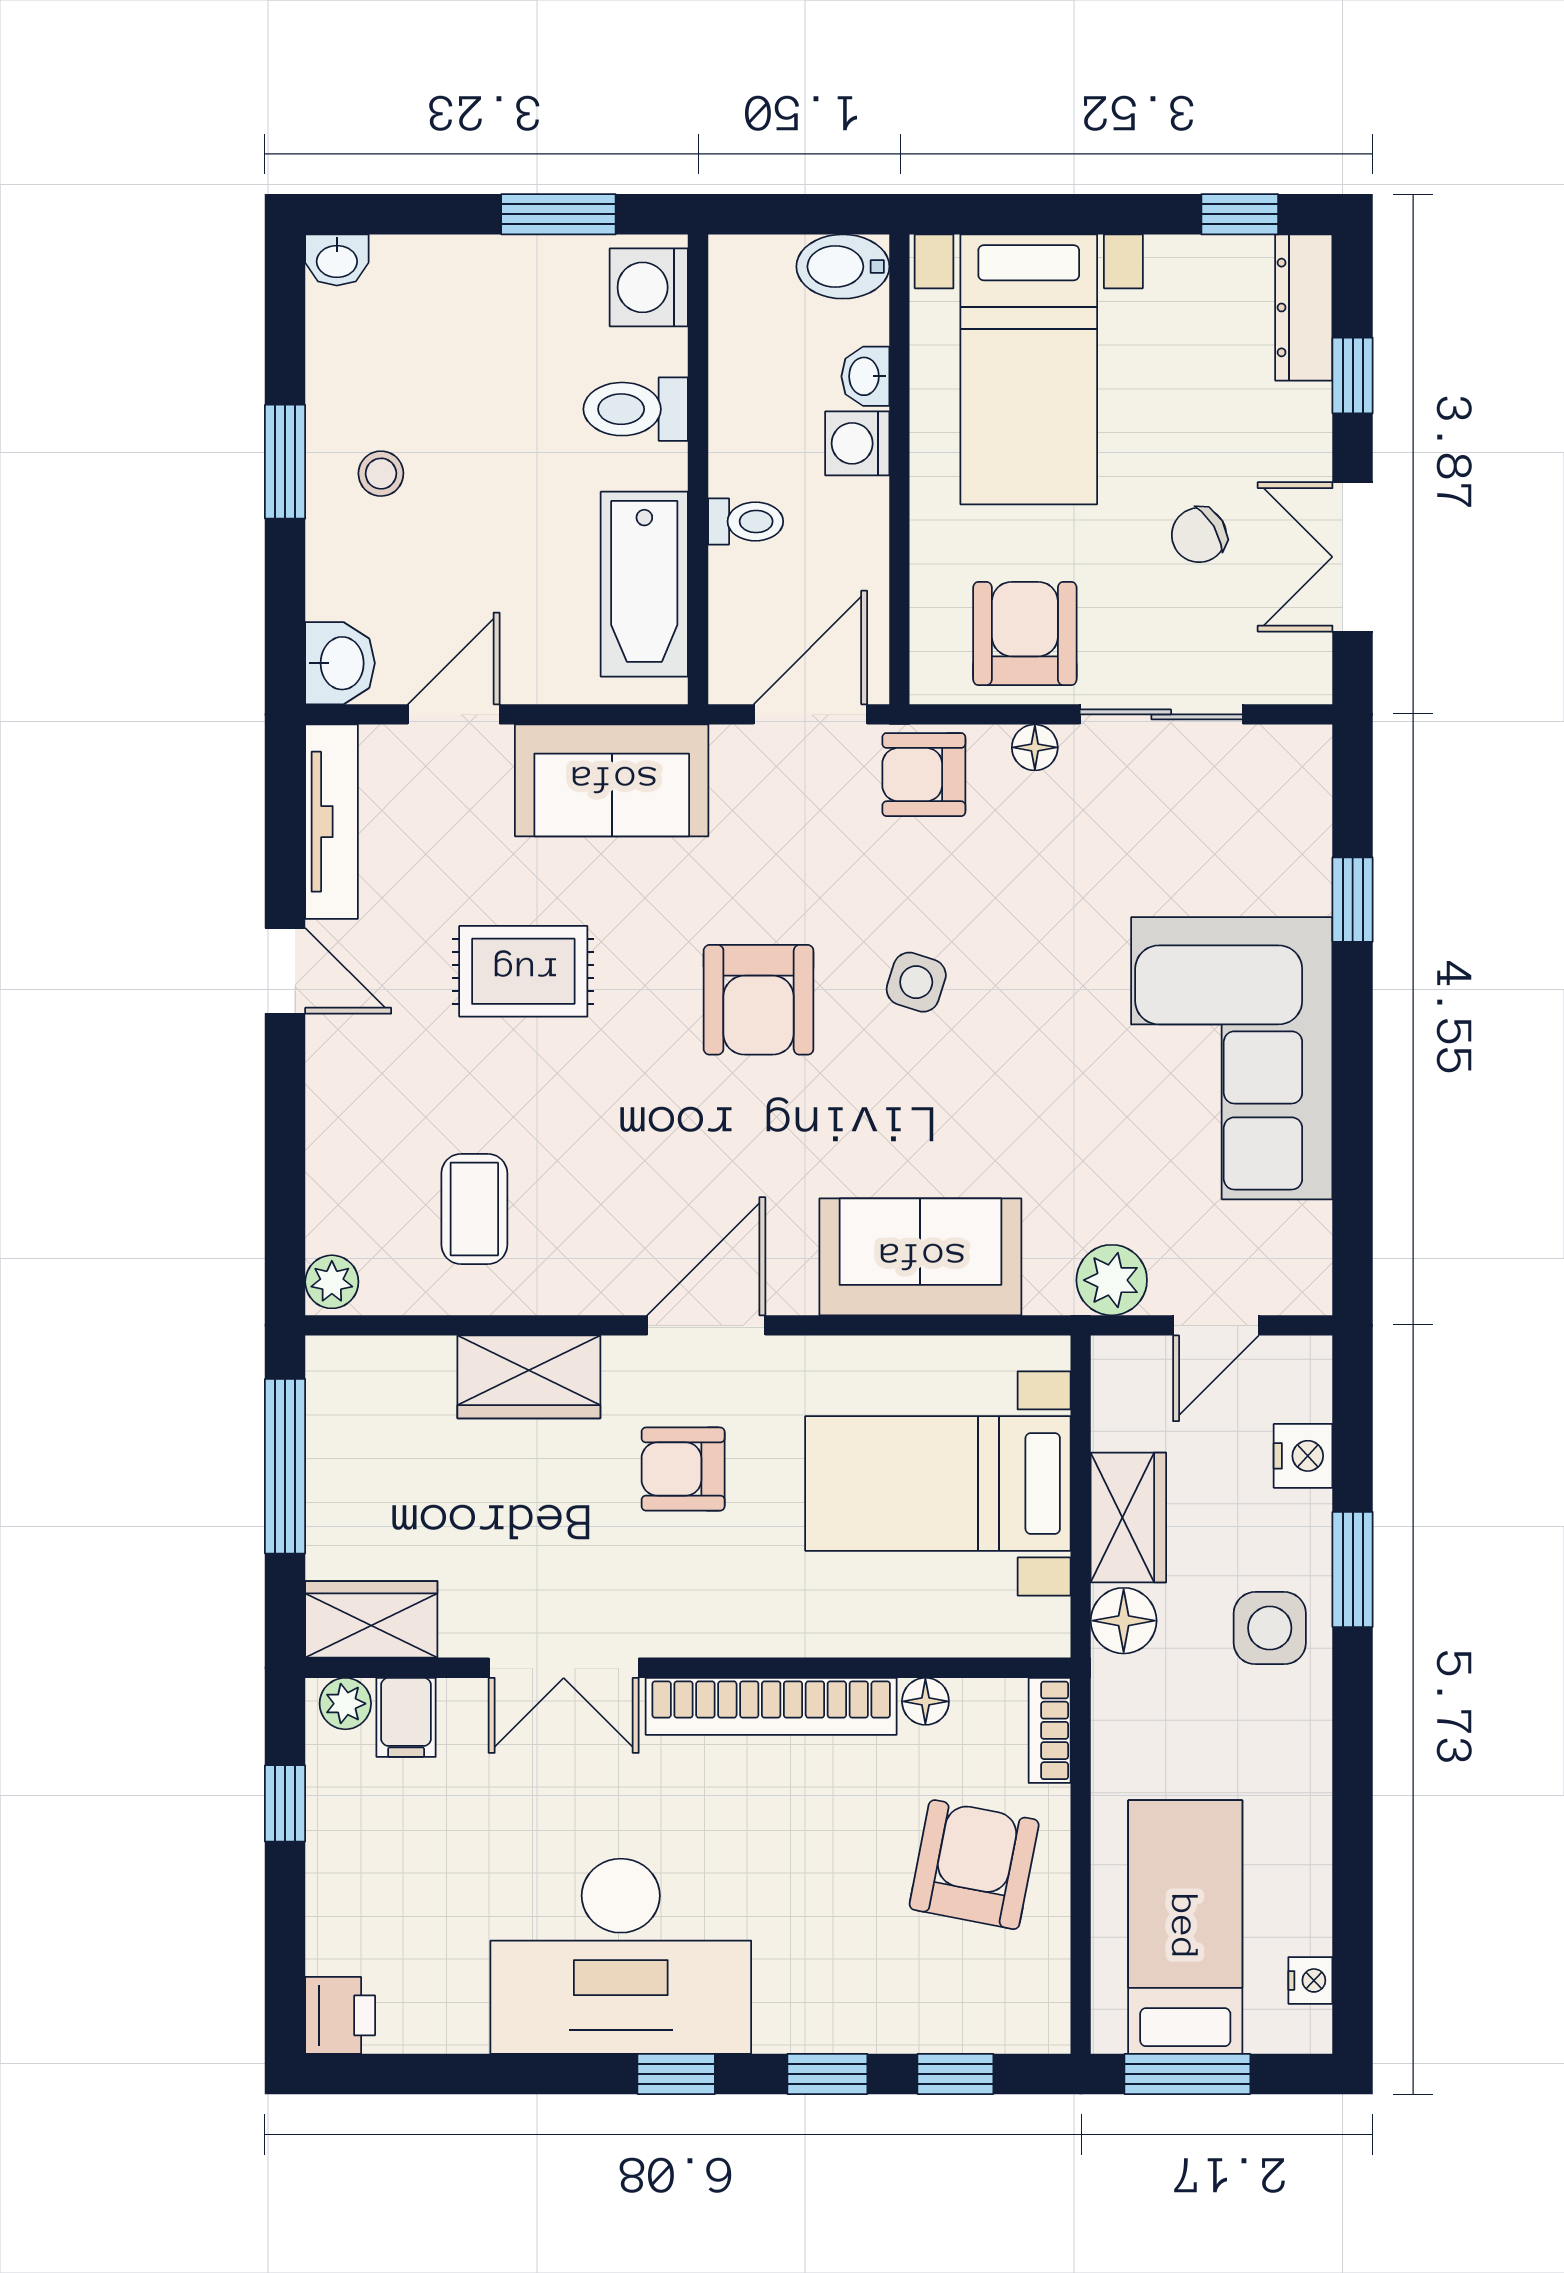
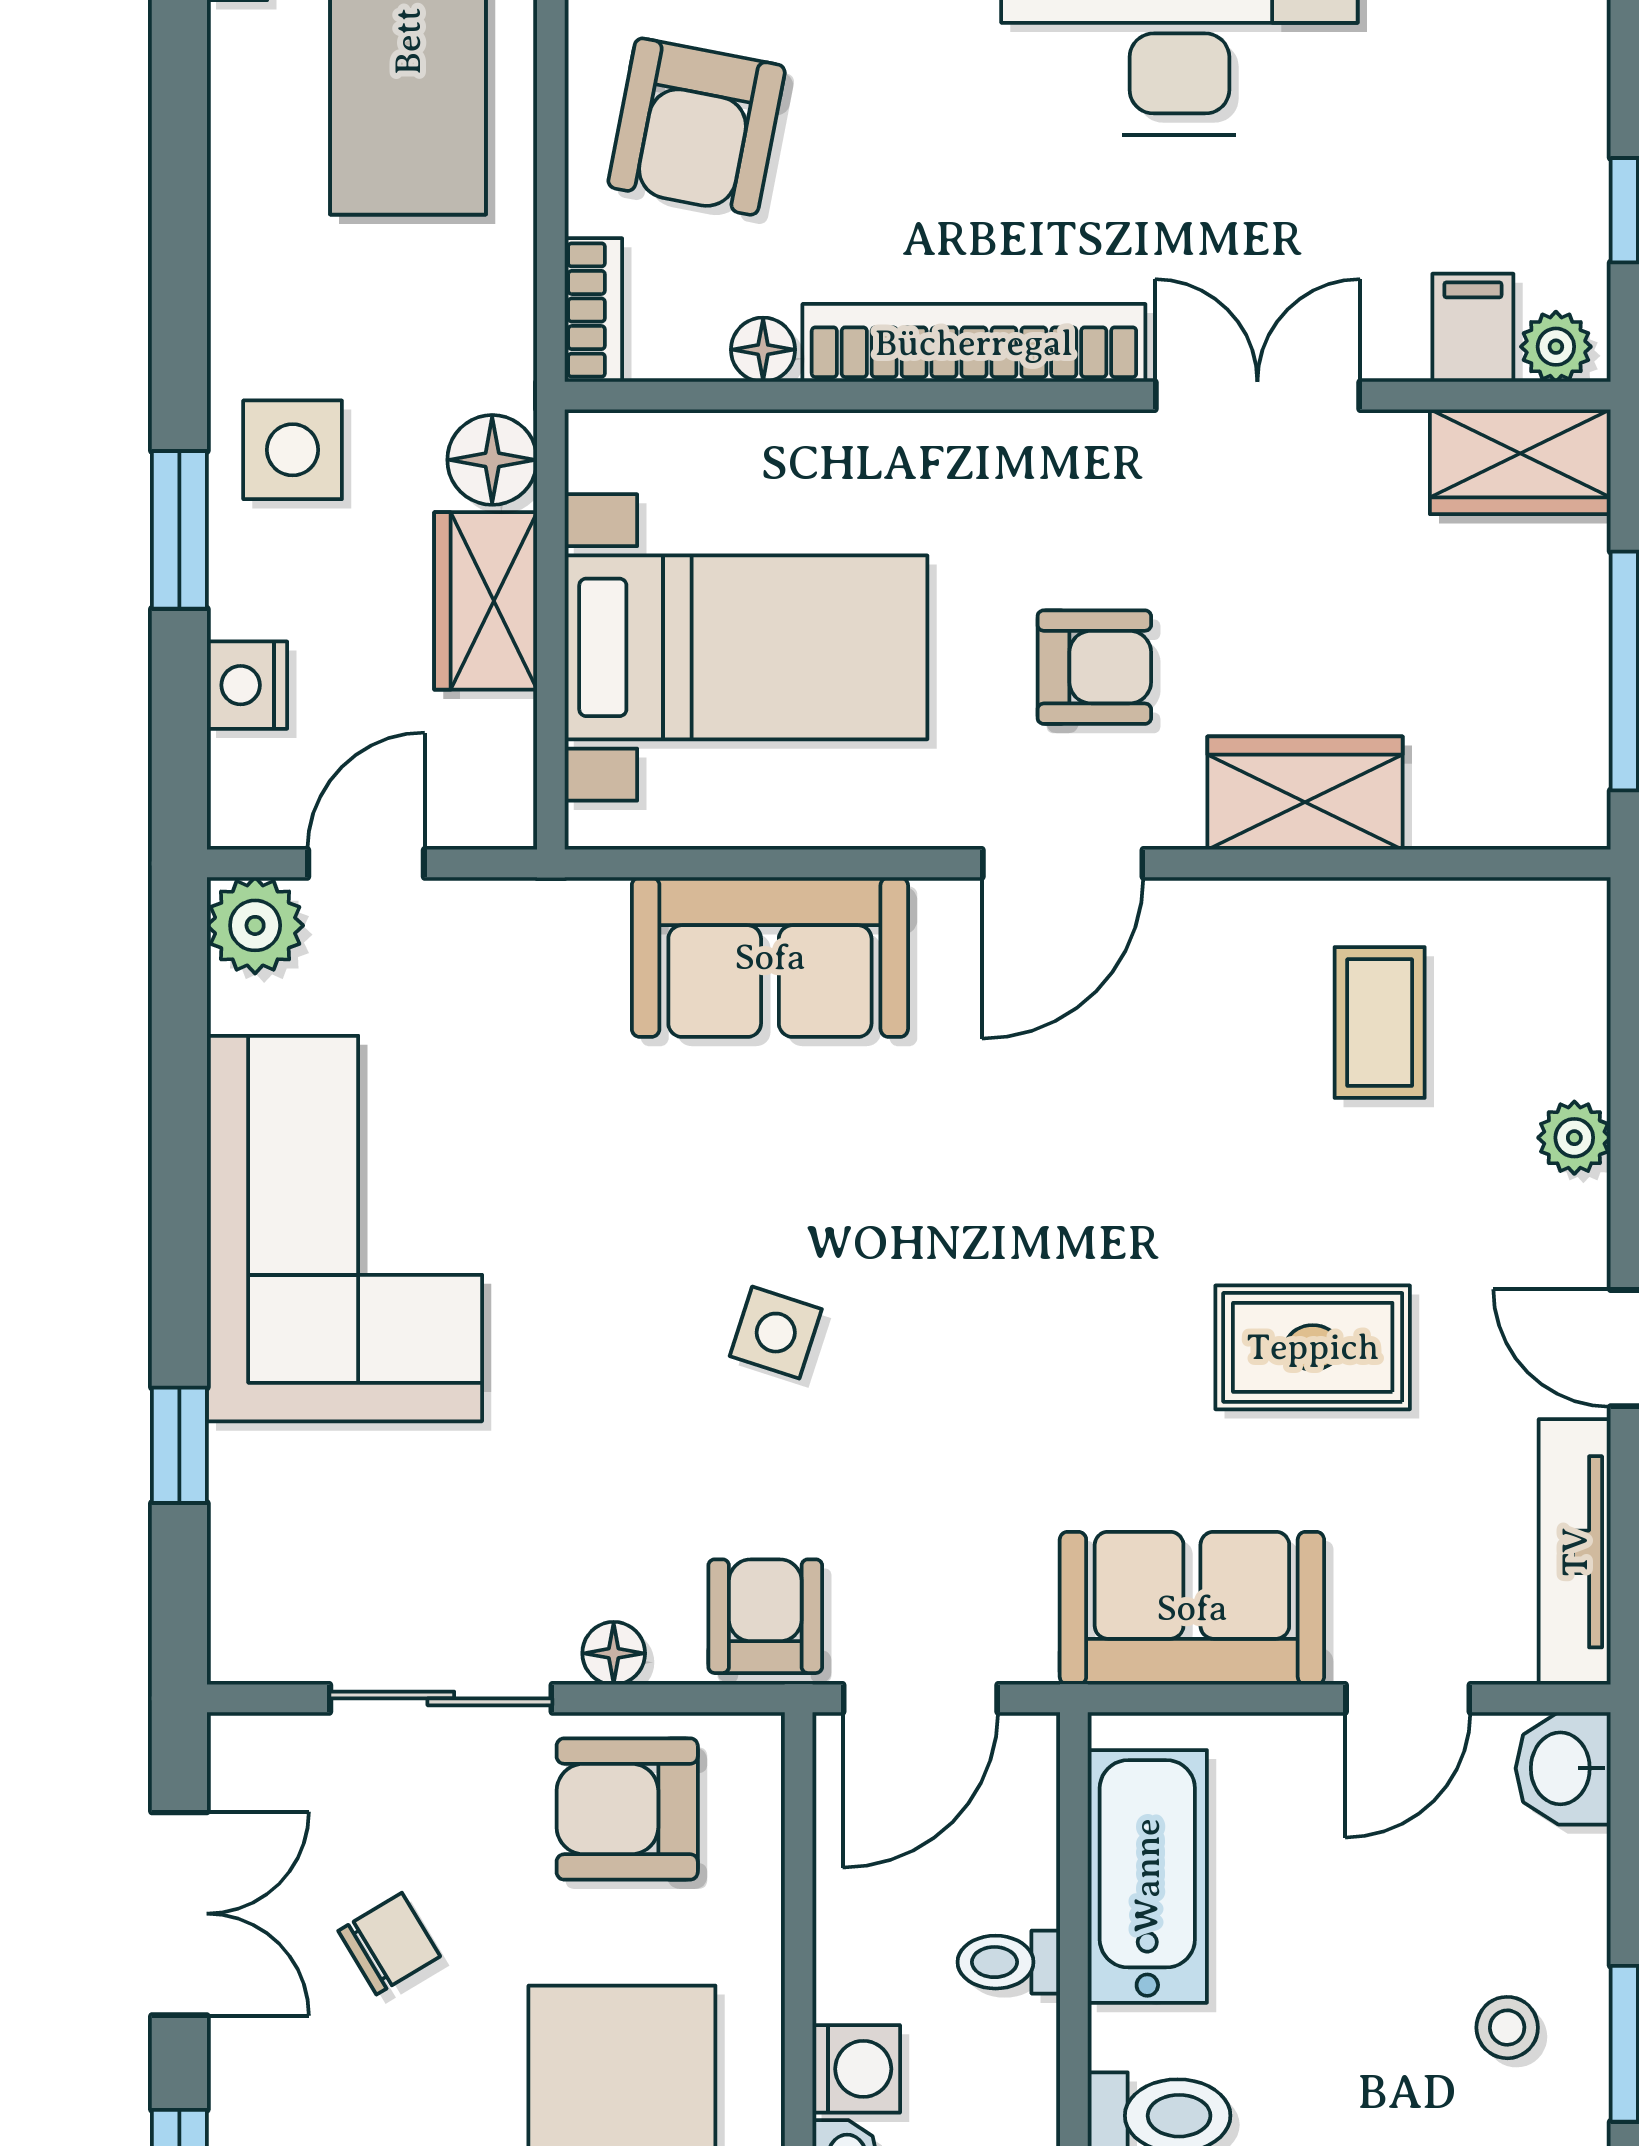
armchair: (1025, 634) -> (627, 1809), turned 90
armchair: (924, 775) -> (765, 1616), turned -90
armchair: (759, 1000) -> (991, 1308), removed
plant: (1112, 1280) -> (255, 925), moved
plant: (332, 1282) -> (1574, 1138), moved

